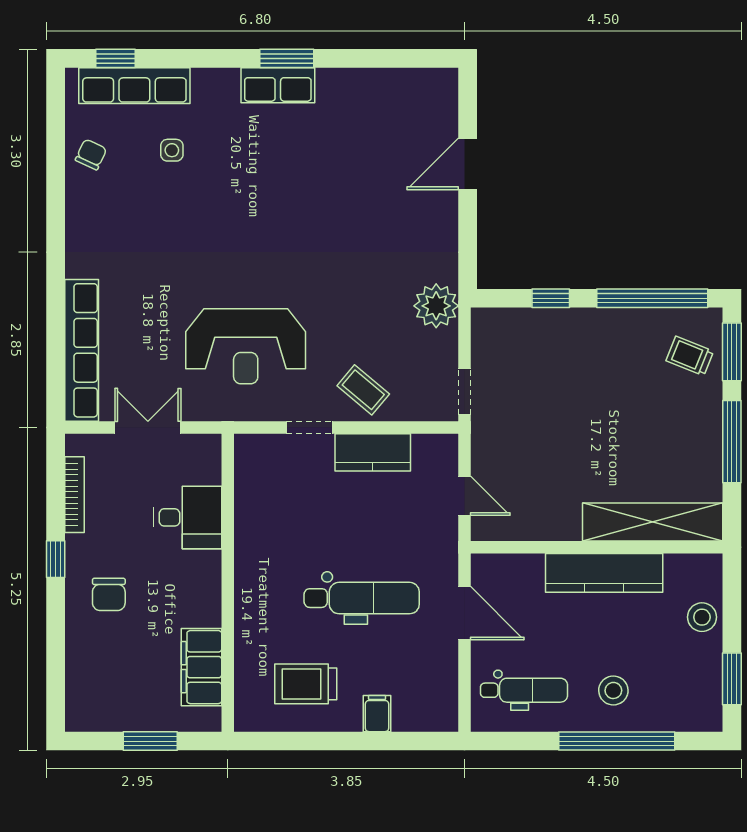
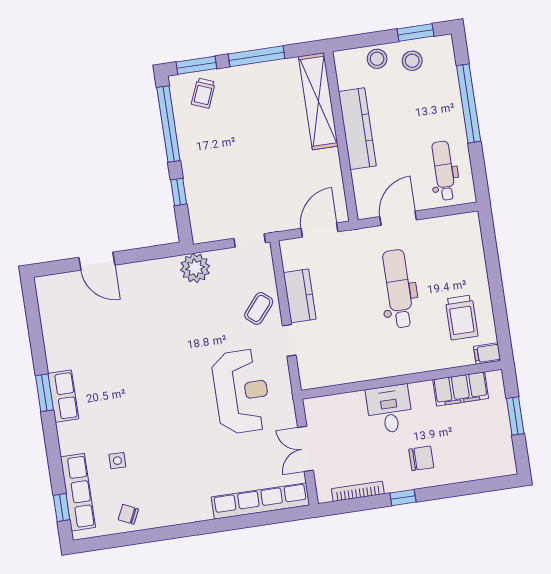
door: (464, 496) -> (319, 230), width x1.38
desk: (188, 517) -> (389, 409), moved
stool: (613, 690) -> (412, 61), moved
filing cabinet: (377, 714) -> (487, 354), moved

